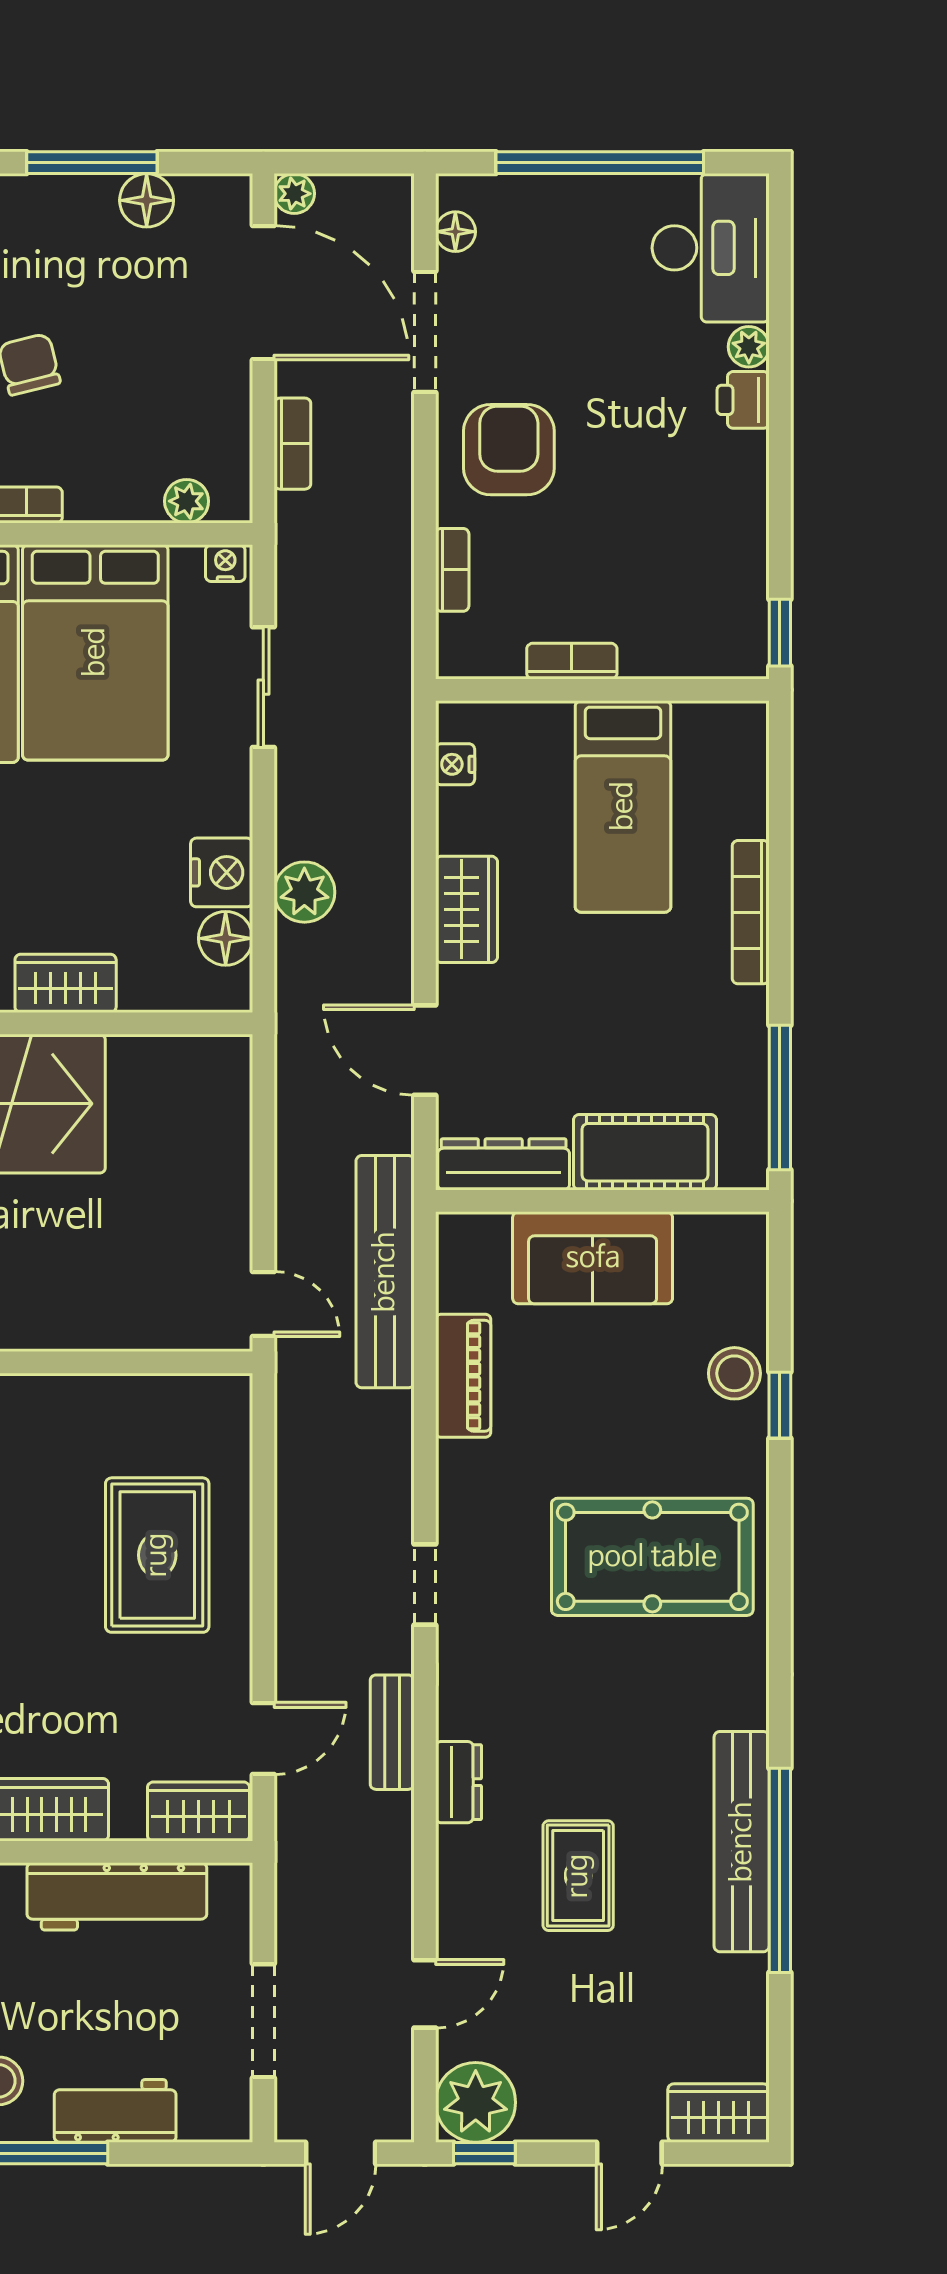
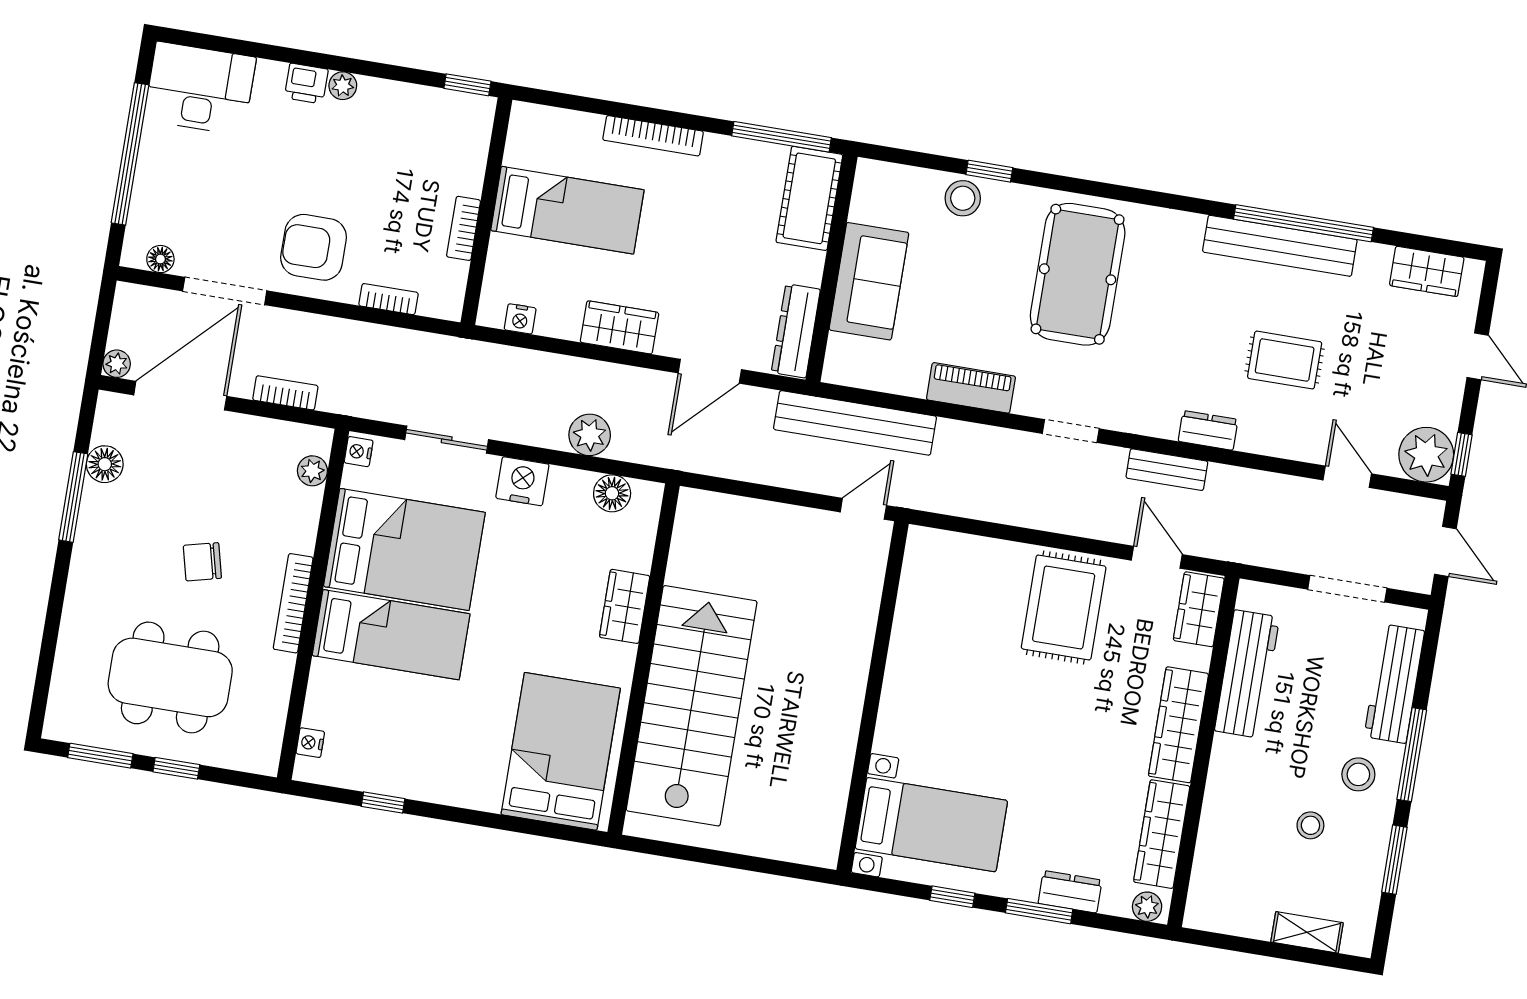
plant: (749, 347) -> (343, 86), moved
nightstand: (222, 872) -> (522, 481), moved
cot: (645, 1152) -> (809, 198), moved
piano: (463, 1376) -> (971, 388), moved
rug: (157, 1555) -> (1064, 607), moved, turned 90
workbench: (115, 2111) -> (1394, 684), width x1.38
wardrobe: (719, 2113) -> (1427, 271), moved, turned -90

